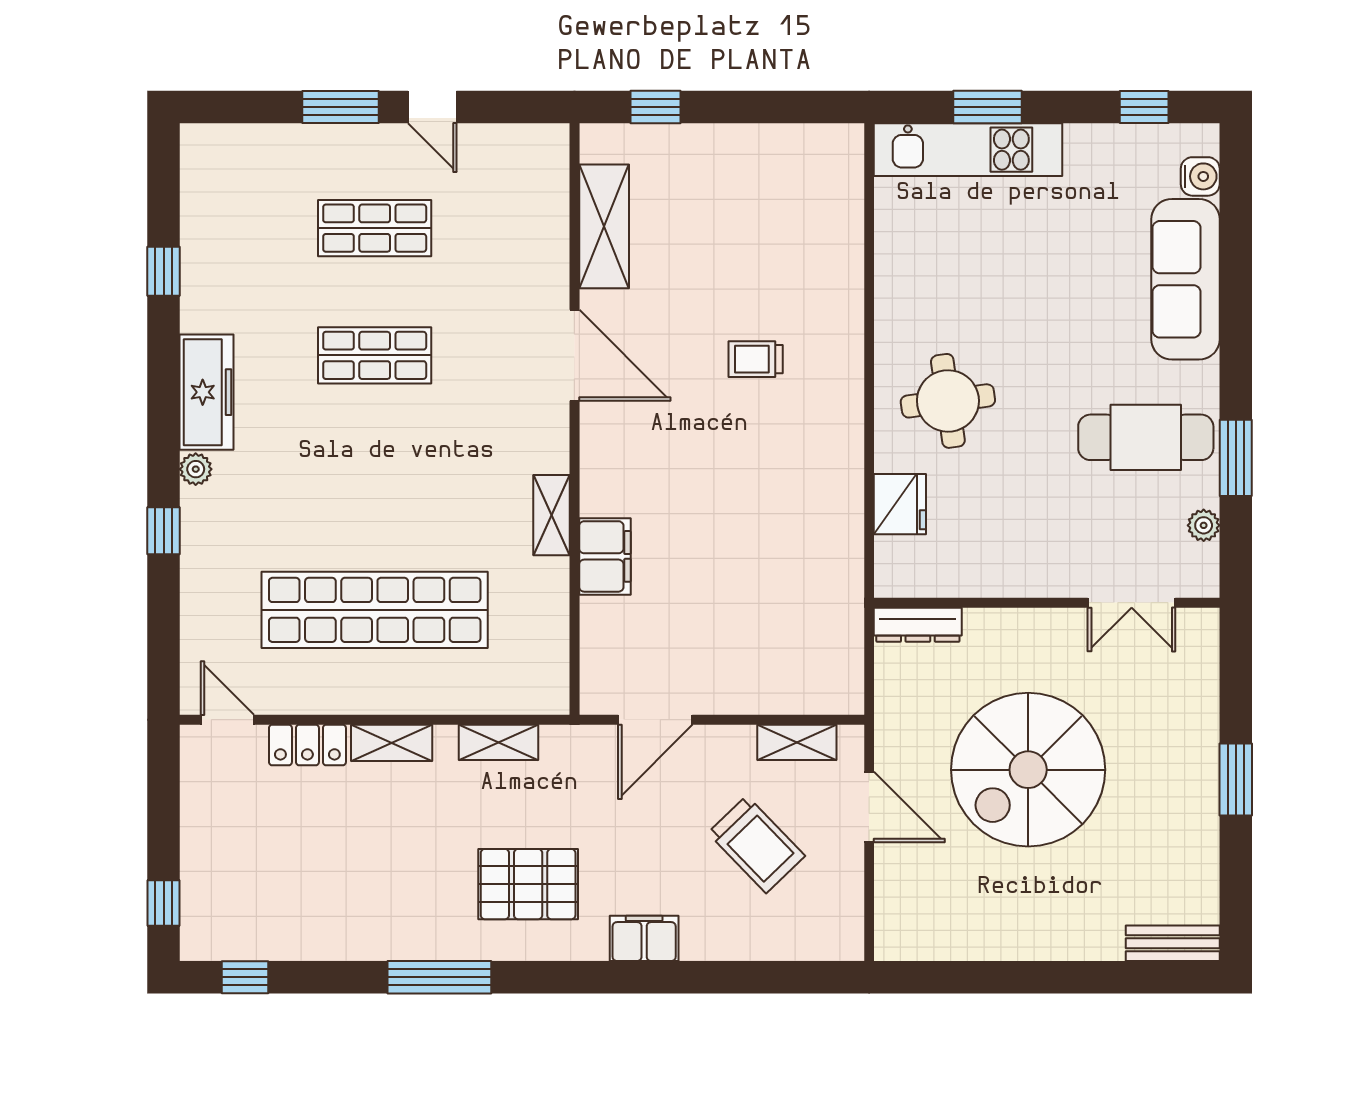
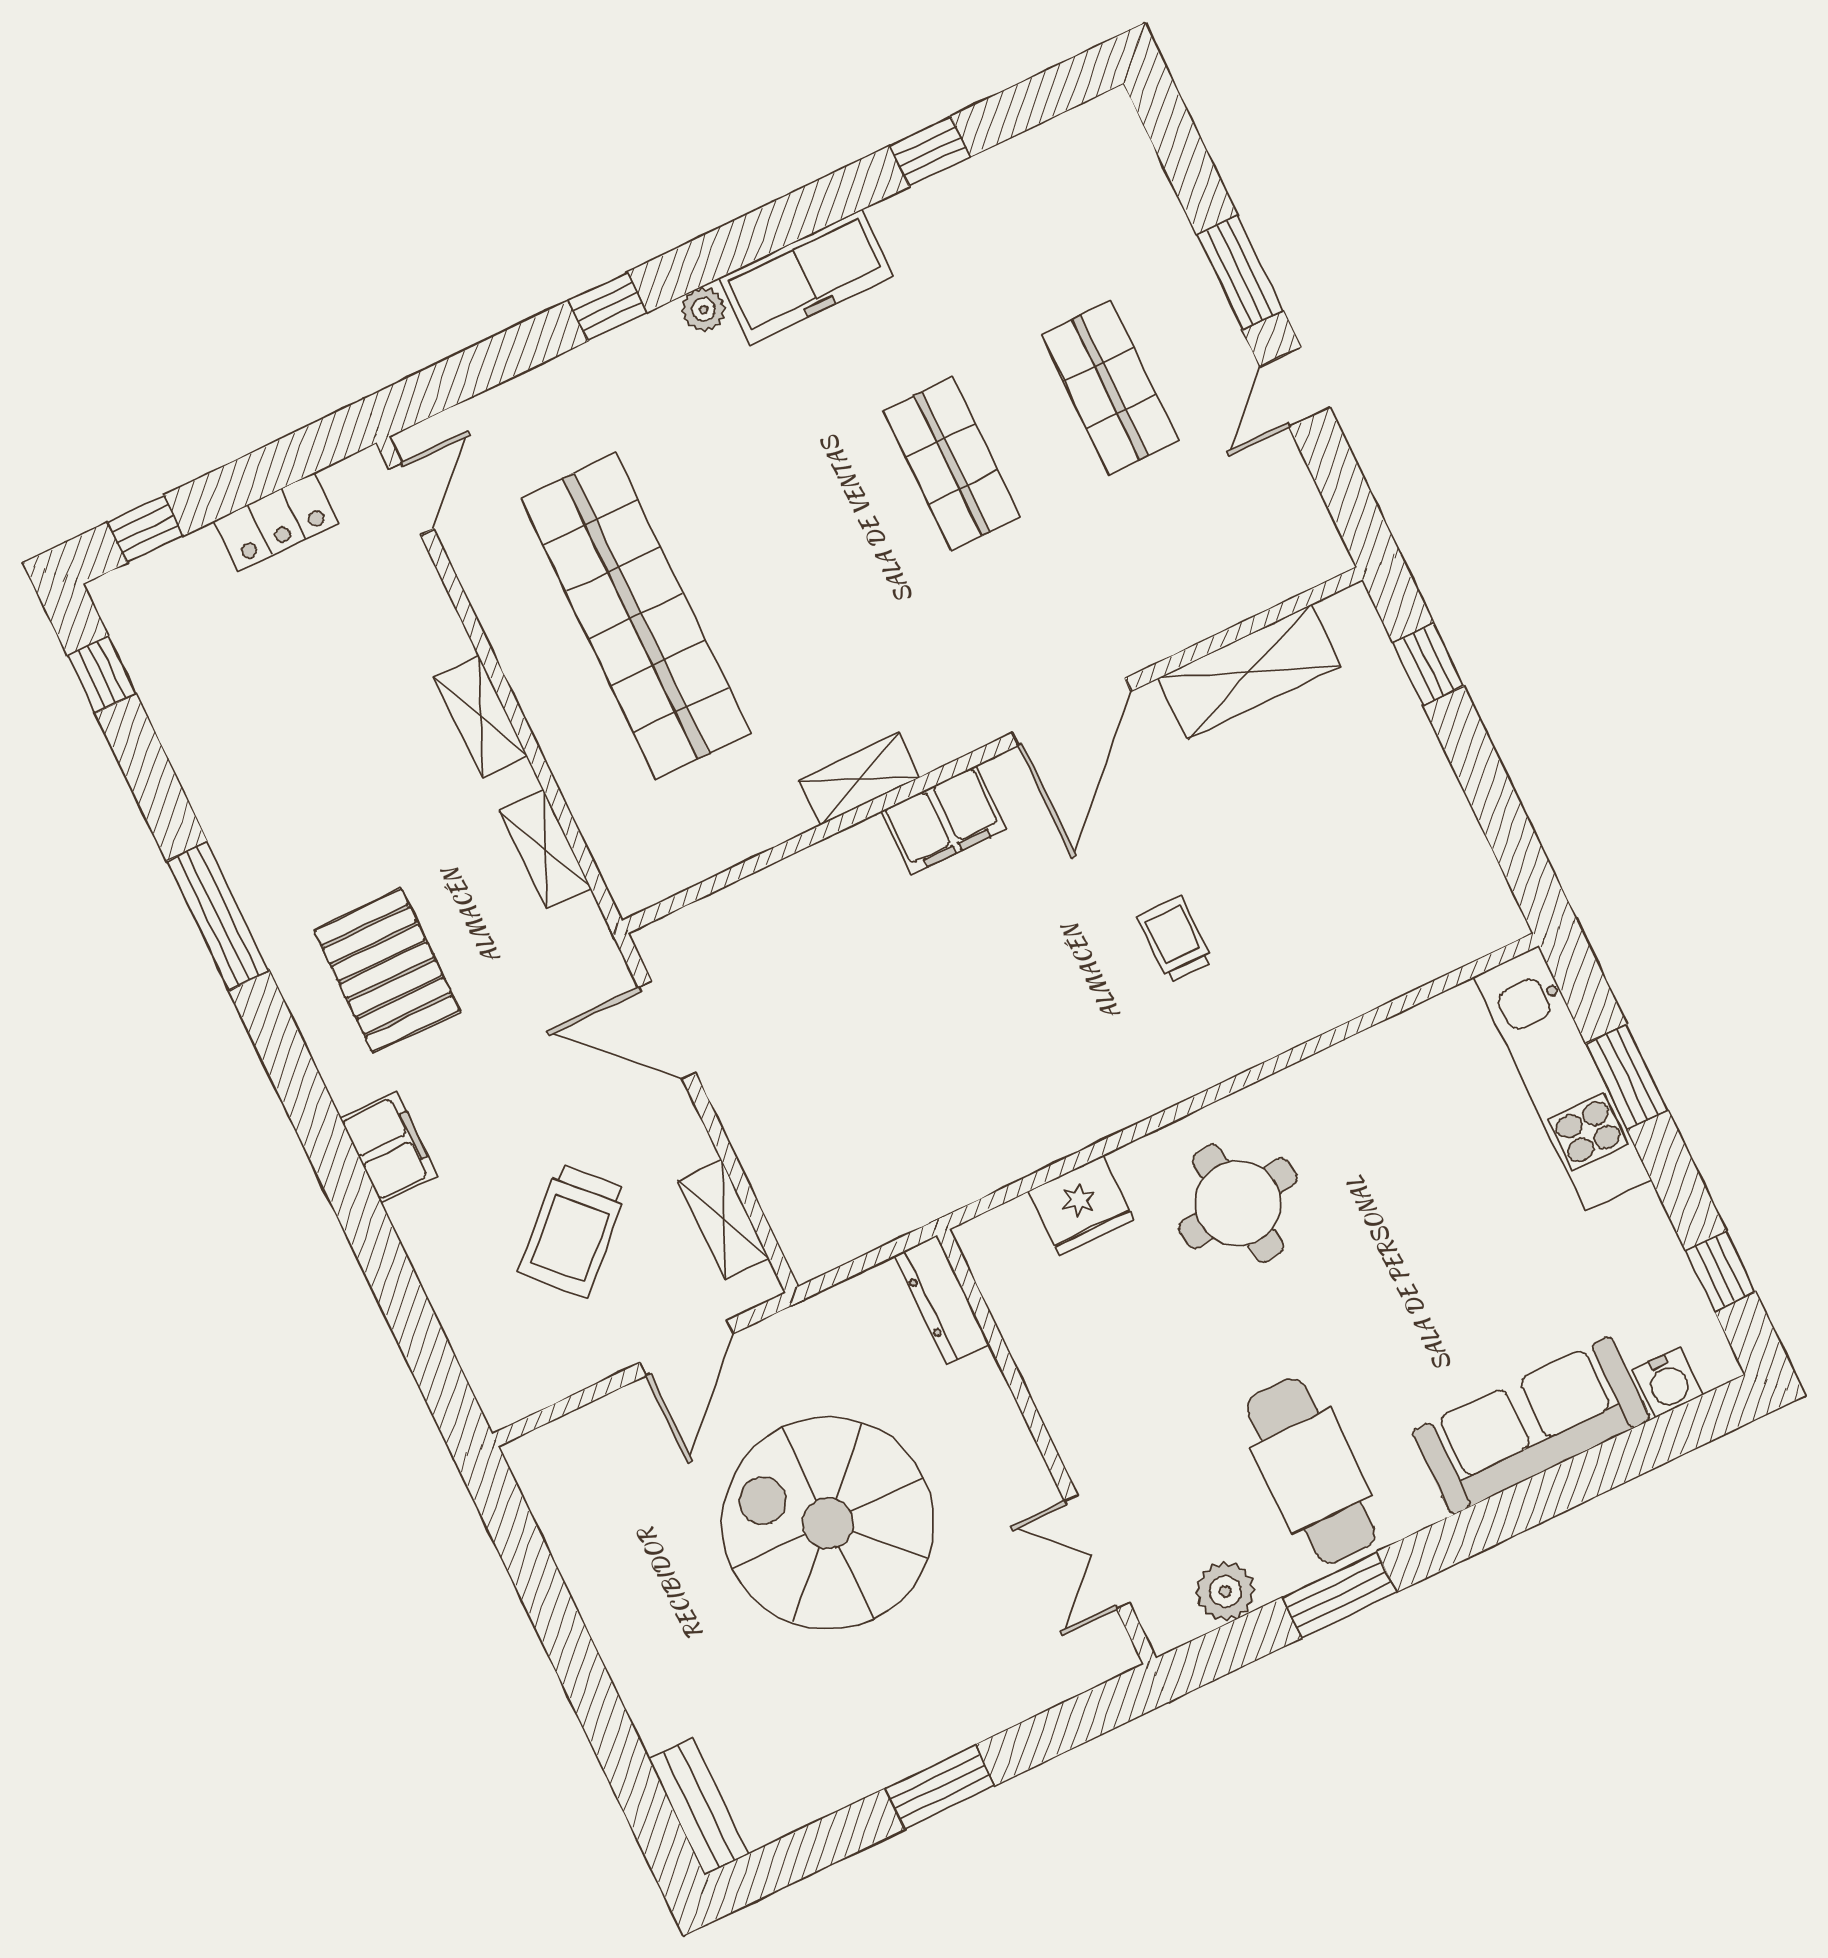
plant: (1204, 525) -> (1225, 1591), width x1.38, depth x1.38
filing cabinet: (605, 556) -> (944, 820), moved
locker: (307, 745) -> (277, 522), moved, turned -90

